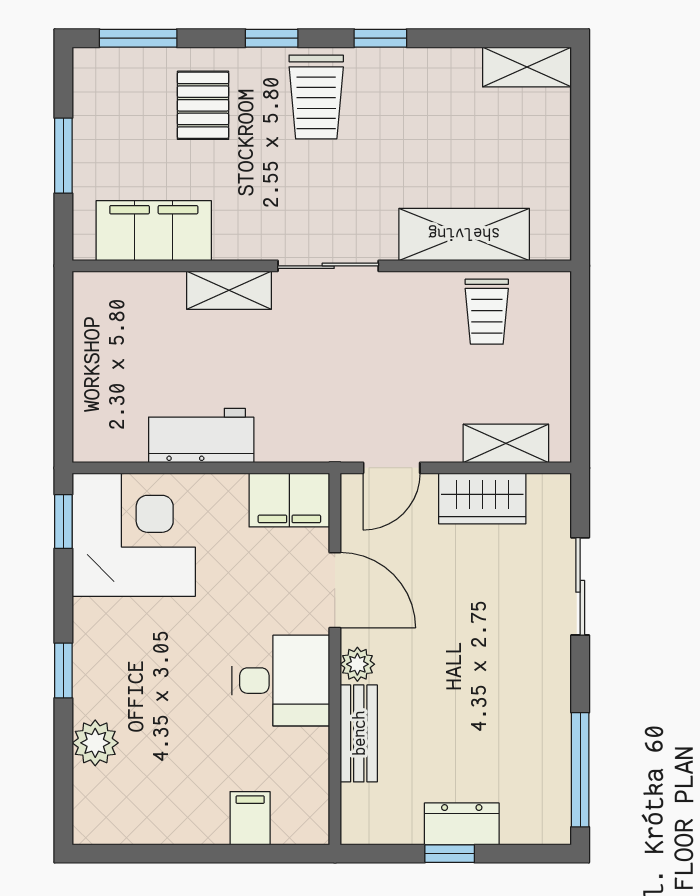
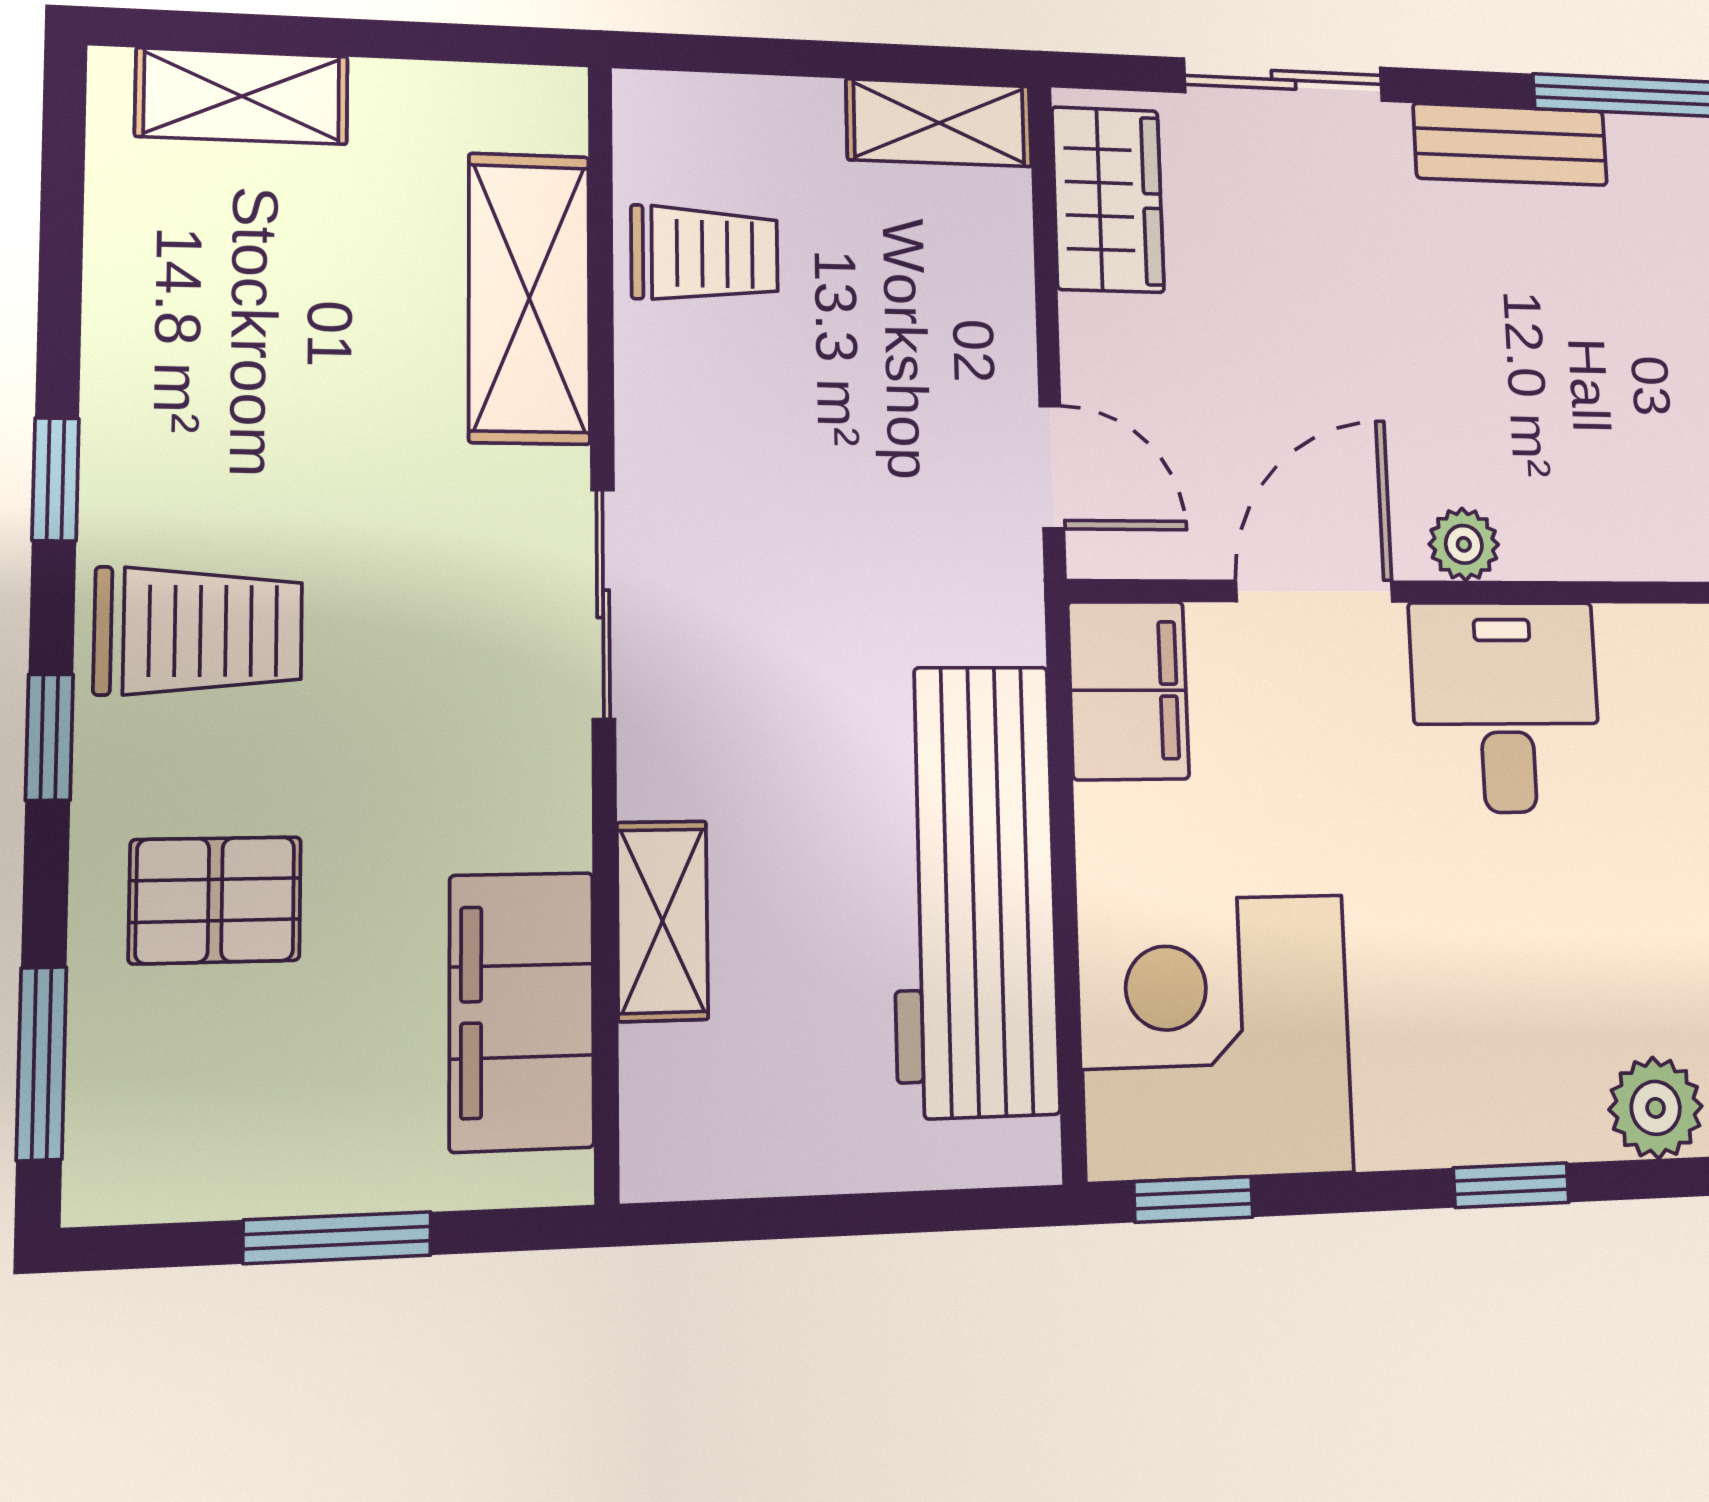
shelving: (527, 67) -> (242, 96), moved, turned 90
shelving: (229, 290) -> (662, 921), moved
workbench: (201, 435) -> (974, 890), width x1.88, depth x1.32
shelving: (506, 443) -> (939, 123), moved, turned 90
wardrobe: (482, 499) -> (1108, 200), moved
bench: (359, 733) -> (1510, 145), moved

